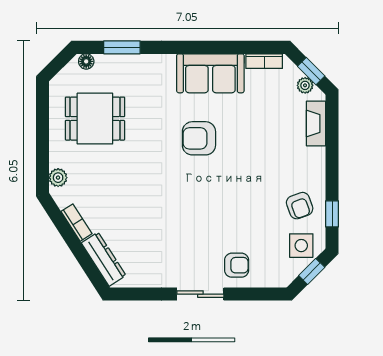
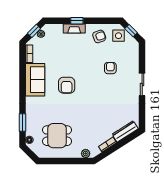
dining table: (95, 119) -> (57, 136), turned 90
fireplace: (316, 123) -> (74, 29), moved
window: (332, 214) -> (77, 21), moved
armchair: (237, 265) -> (110, 68), moved

